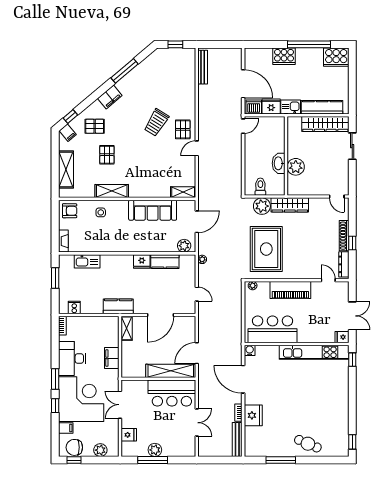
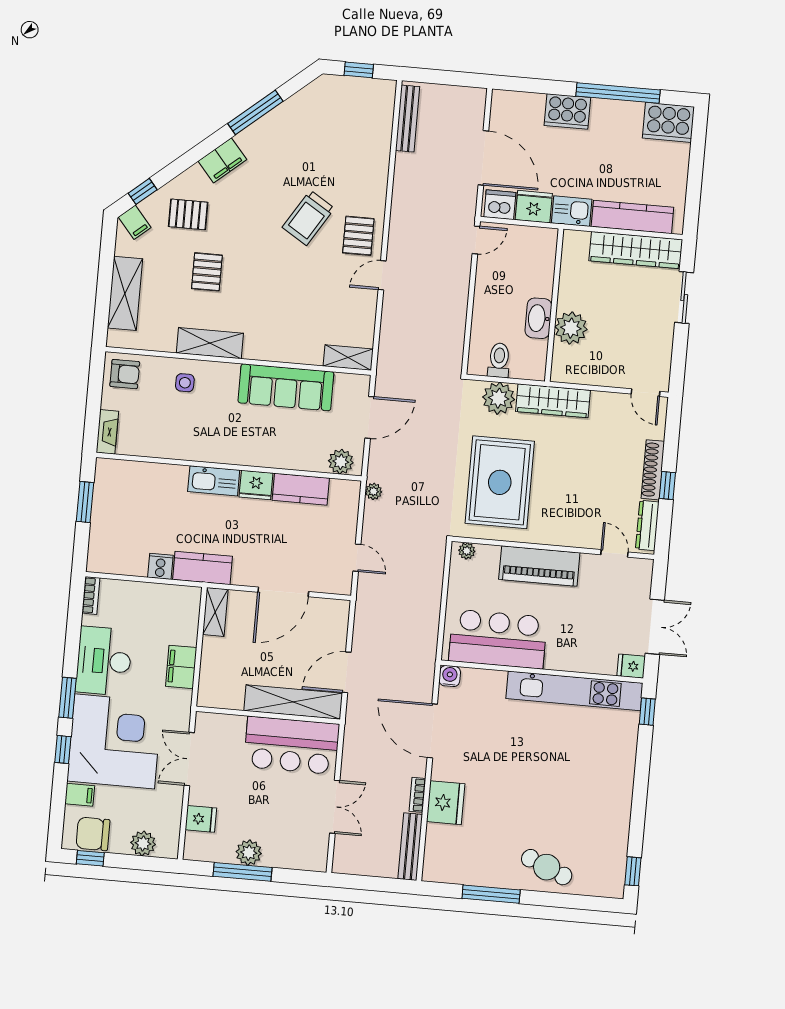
kitchen sink: (87, 261) -> (214, 481), moved
cooker: (74, 307) -> (160, 566), moved

